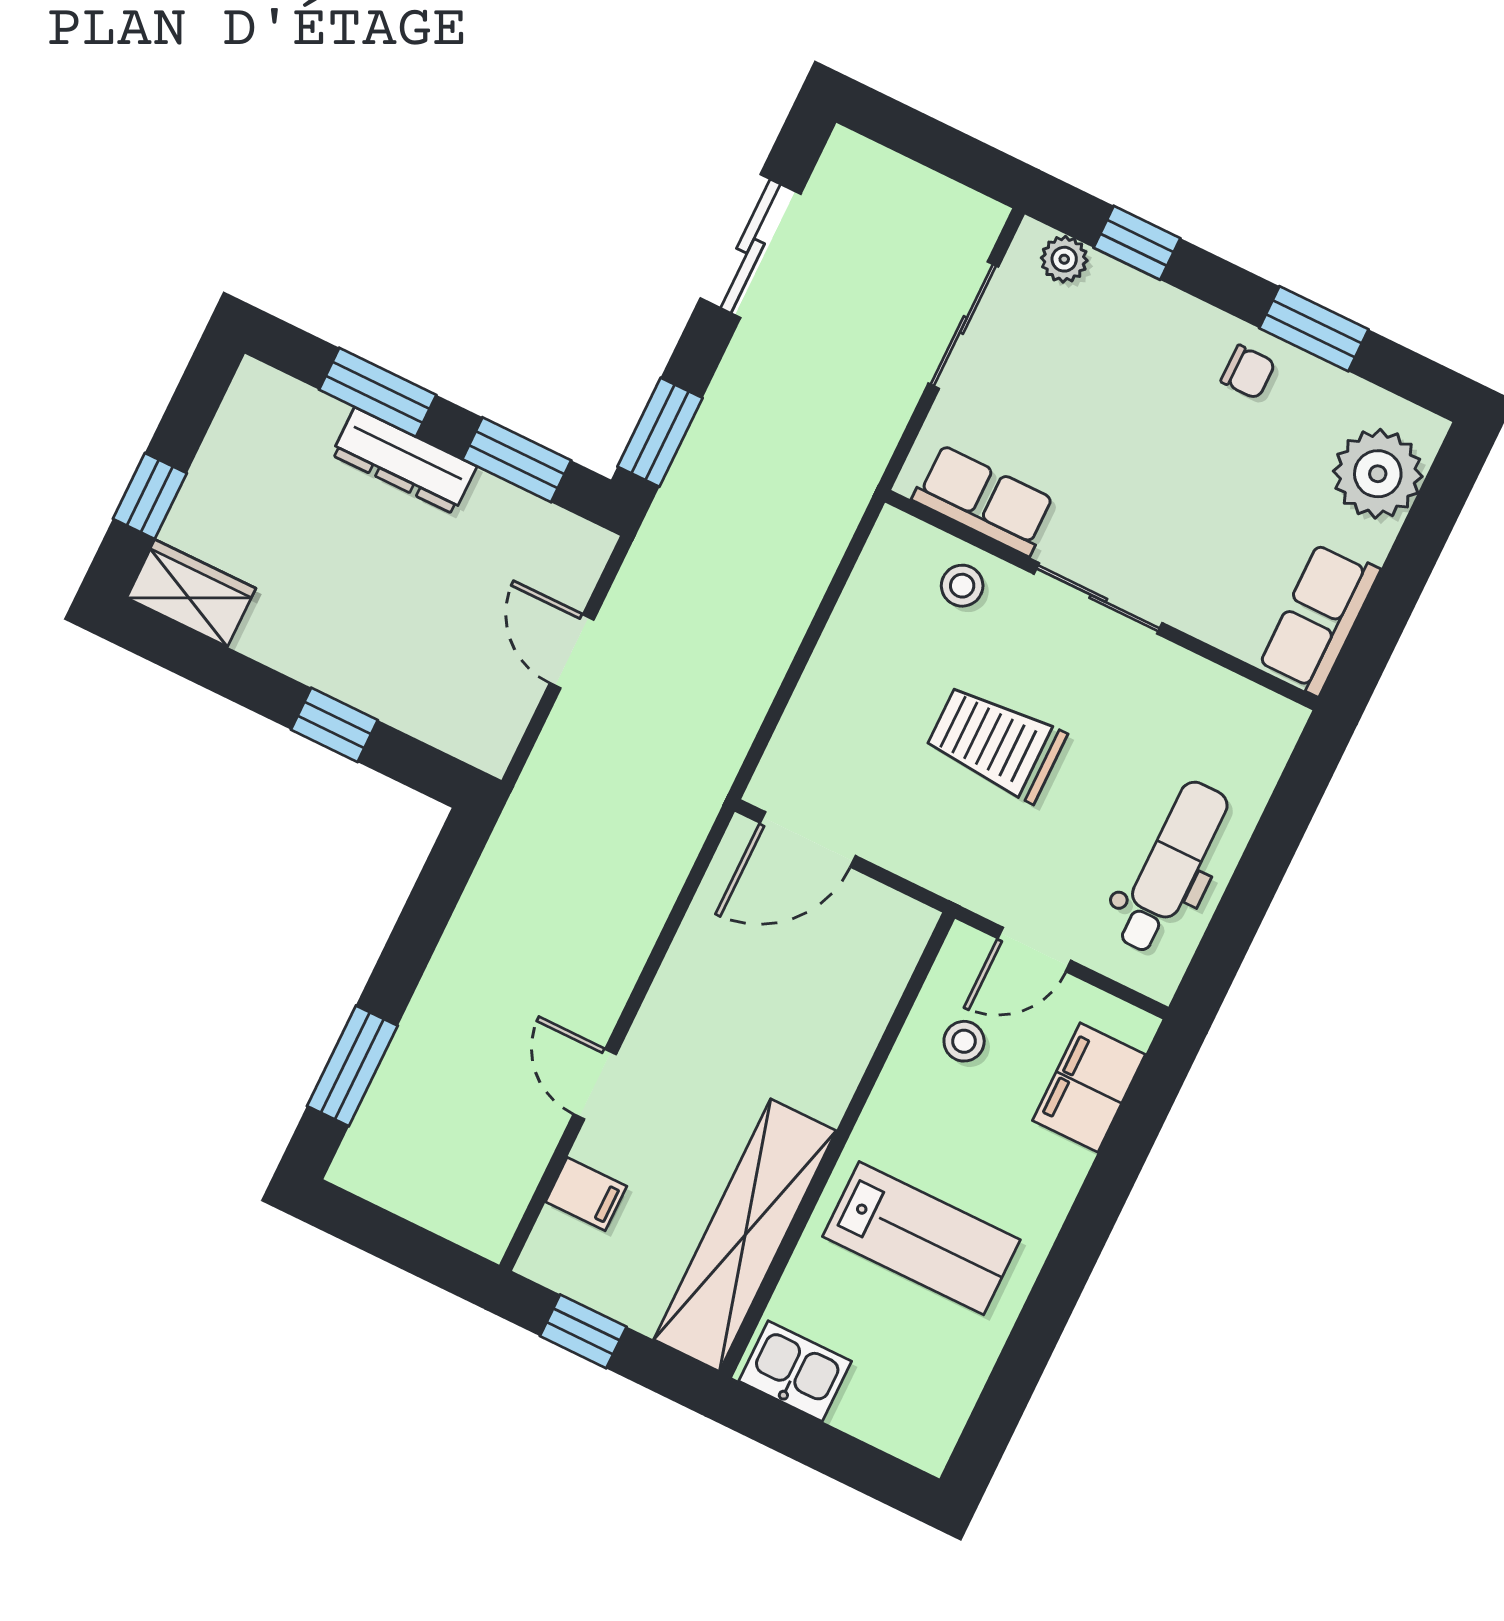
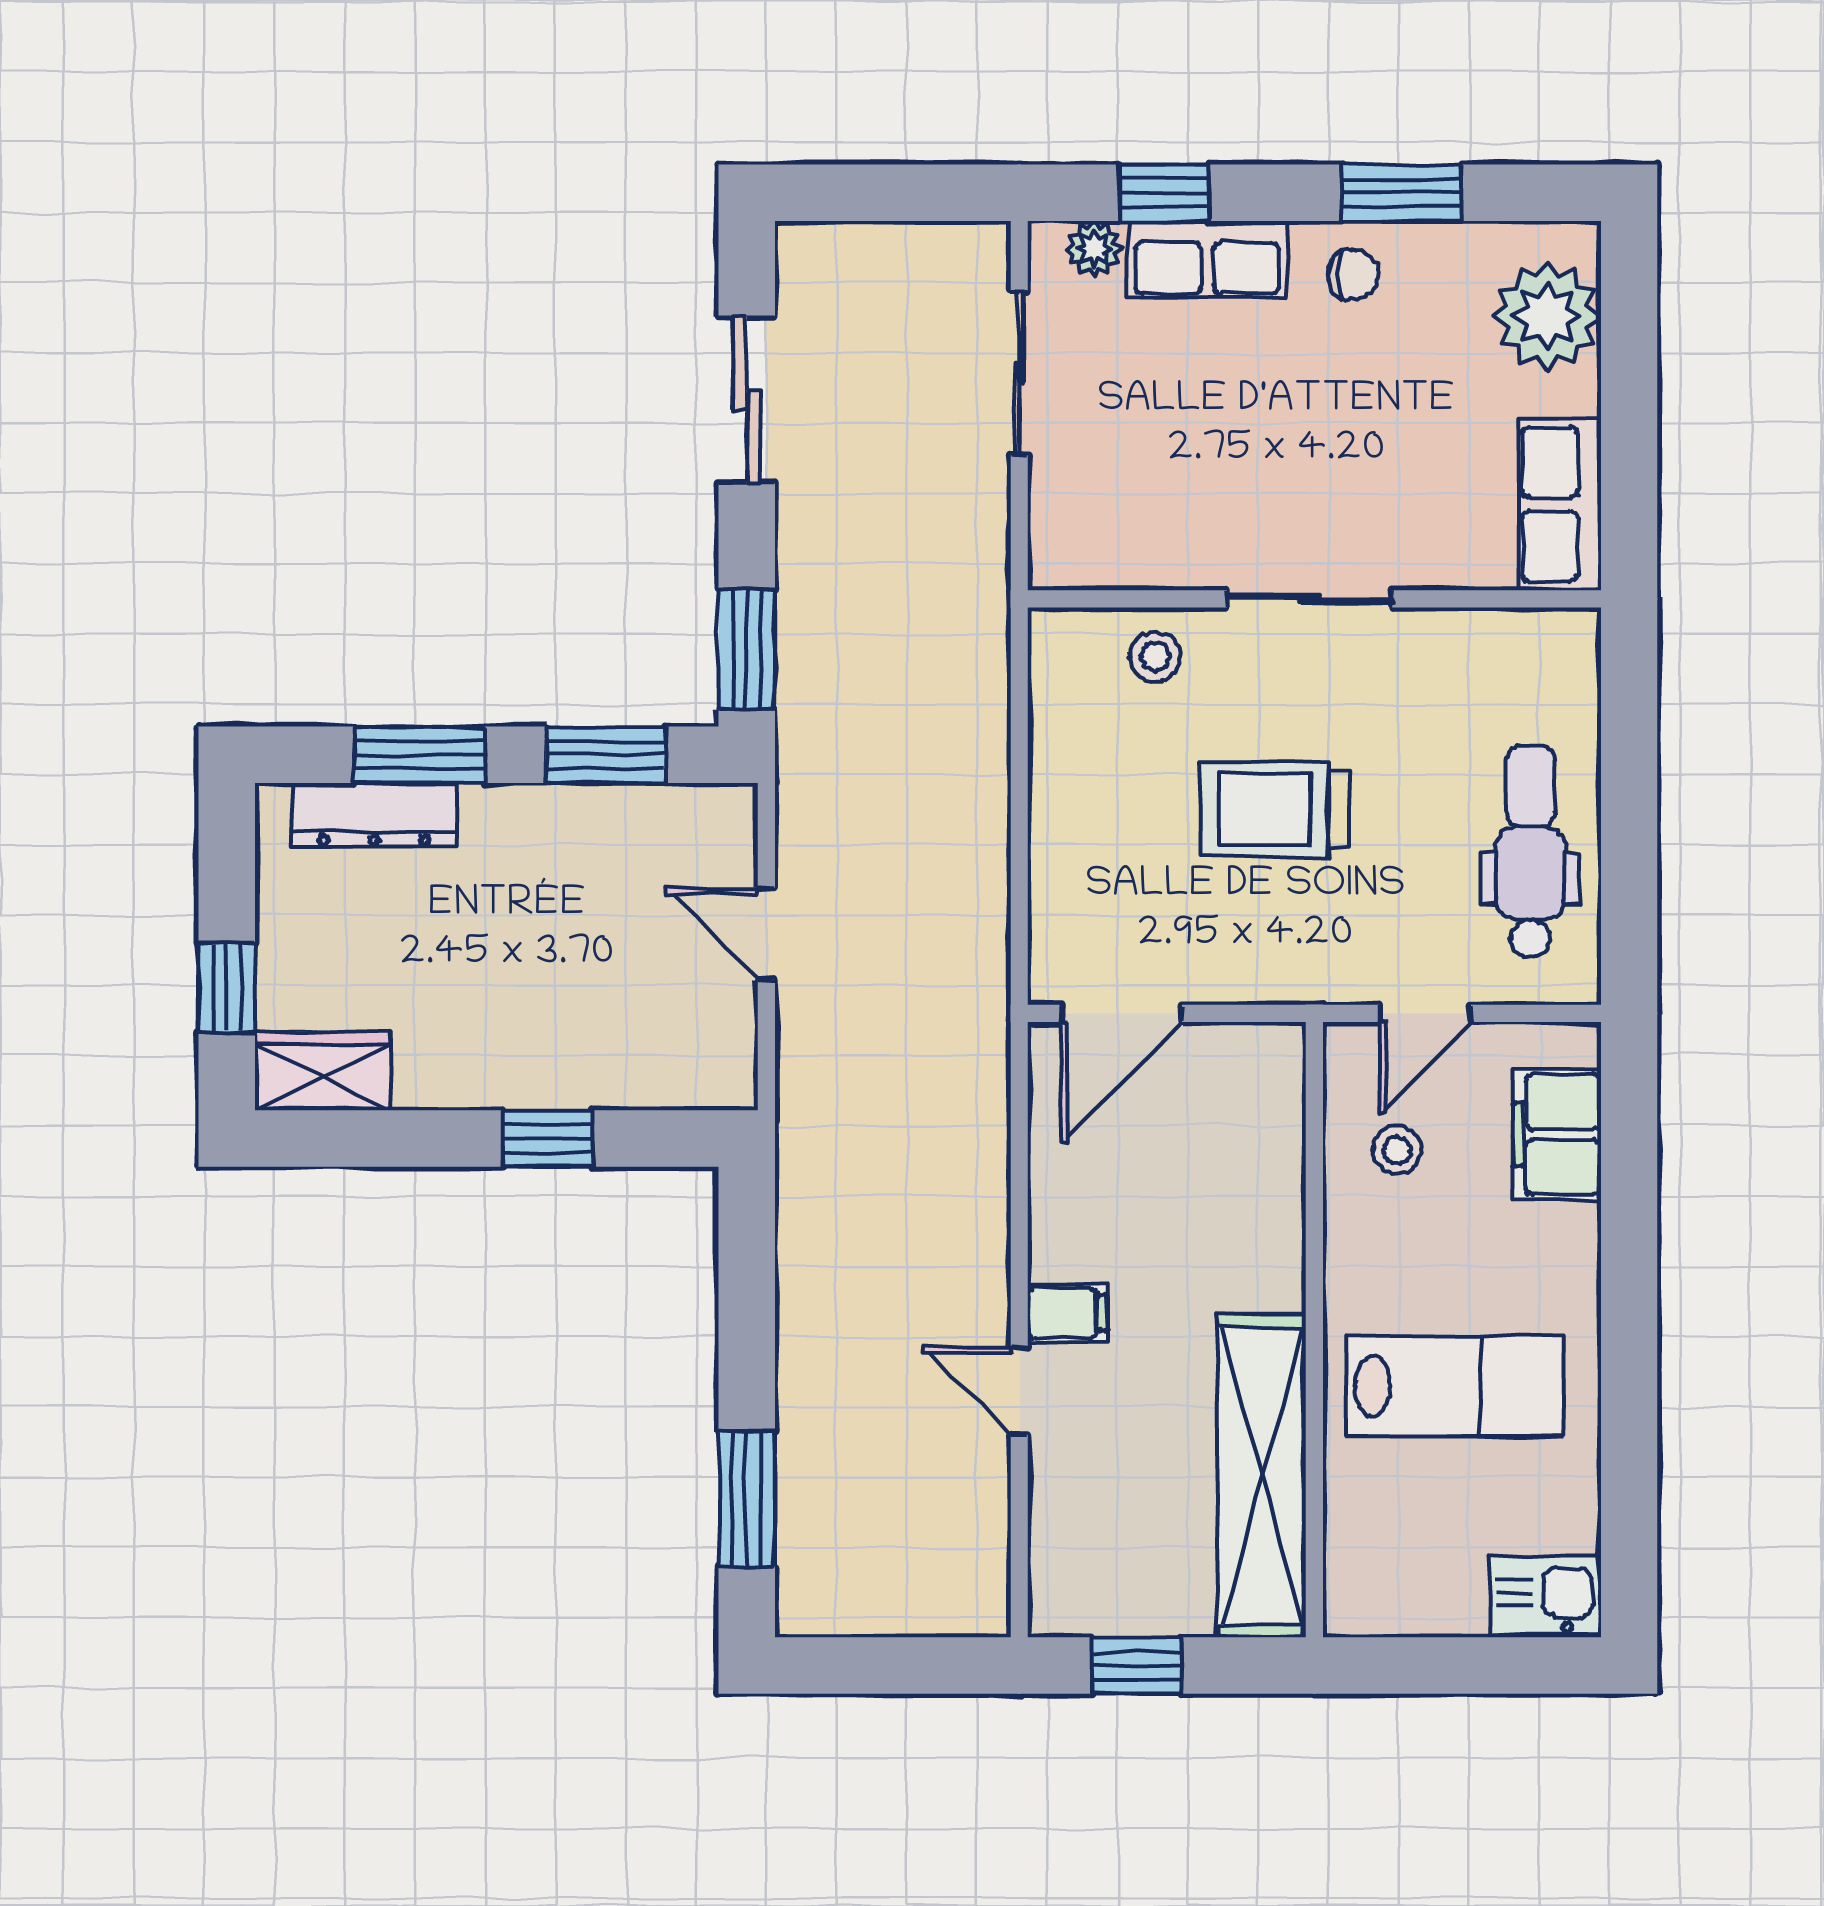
dresser: (404, 461) -> (374, 815), moved
row of seats: (984, 500) -> (1207, 259), moved, turned 180
filing cabinet: (586, 1194) -> (1068, 1313), moved
kitchen sink: (795, 1371) -> (1545, 1597), moved

